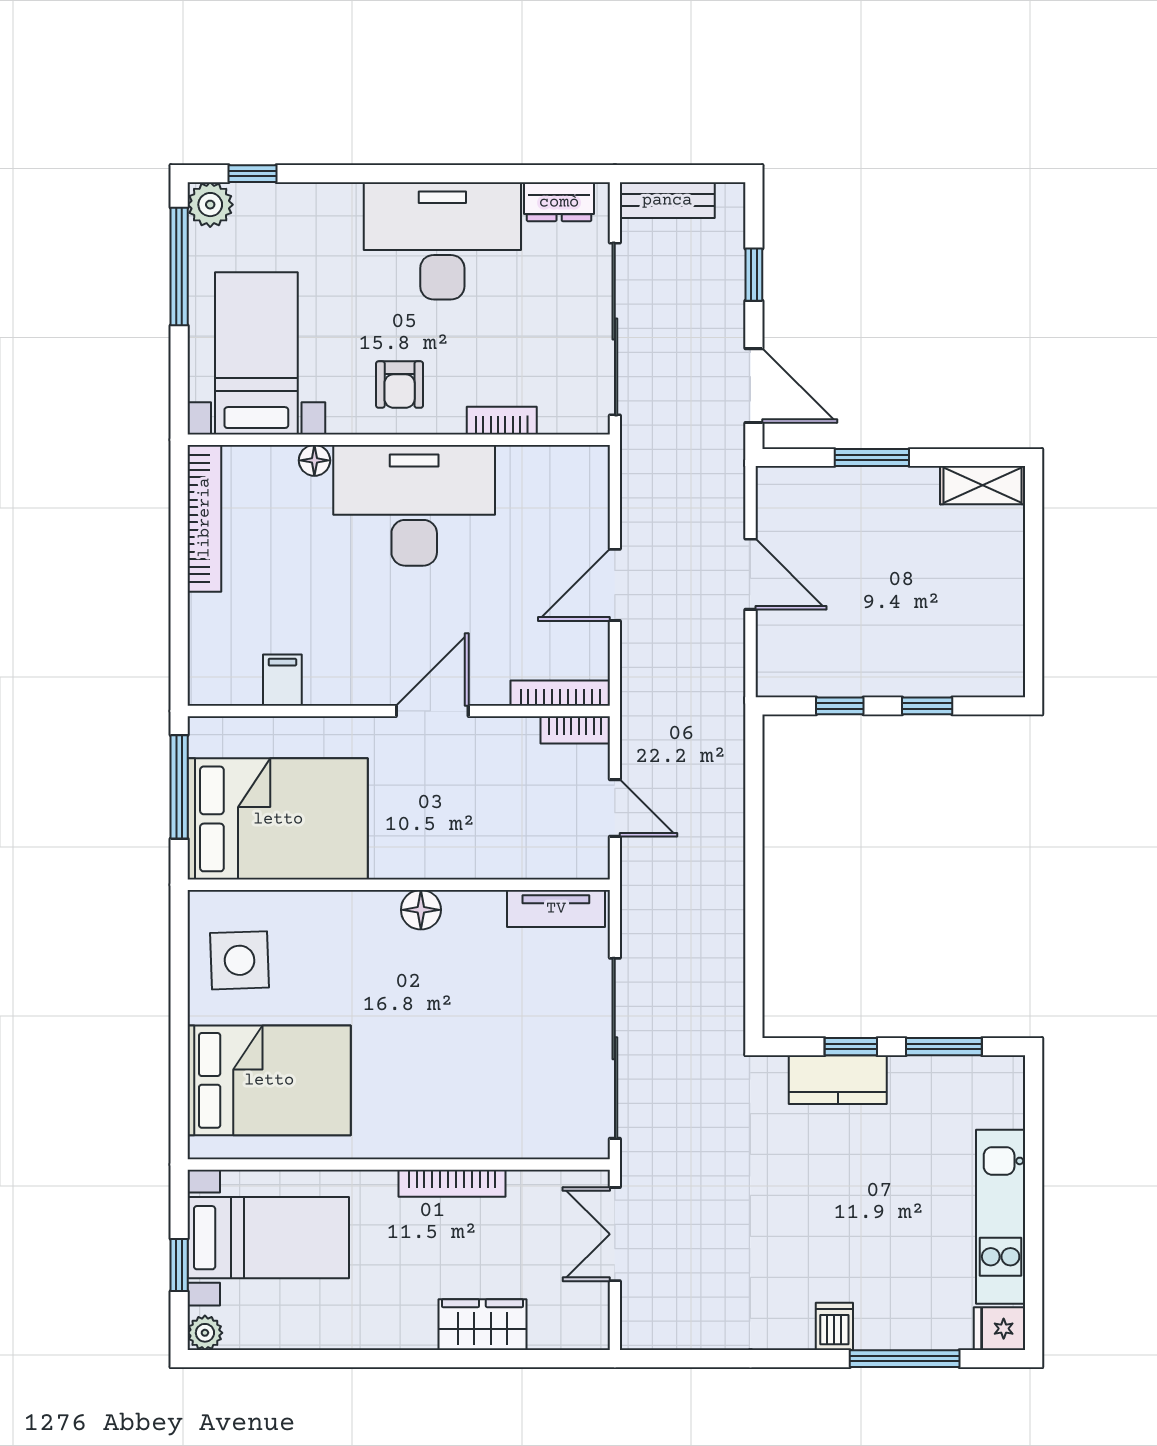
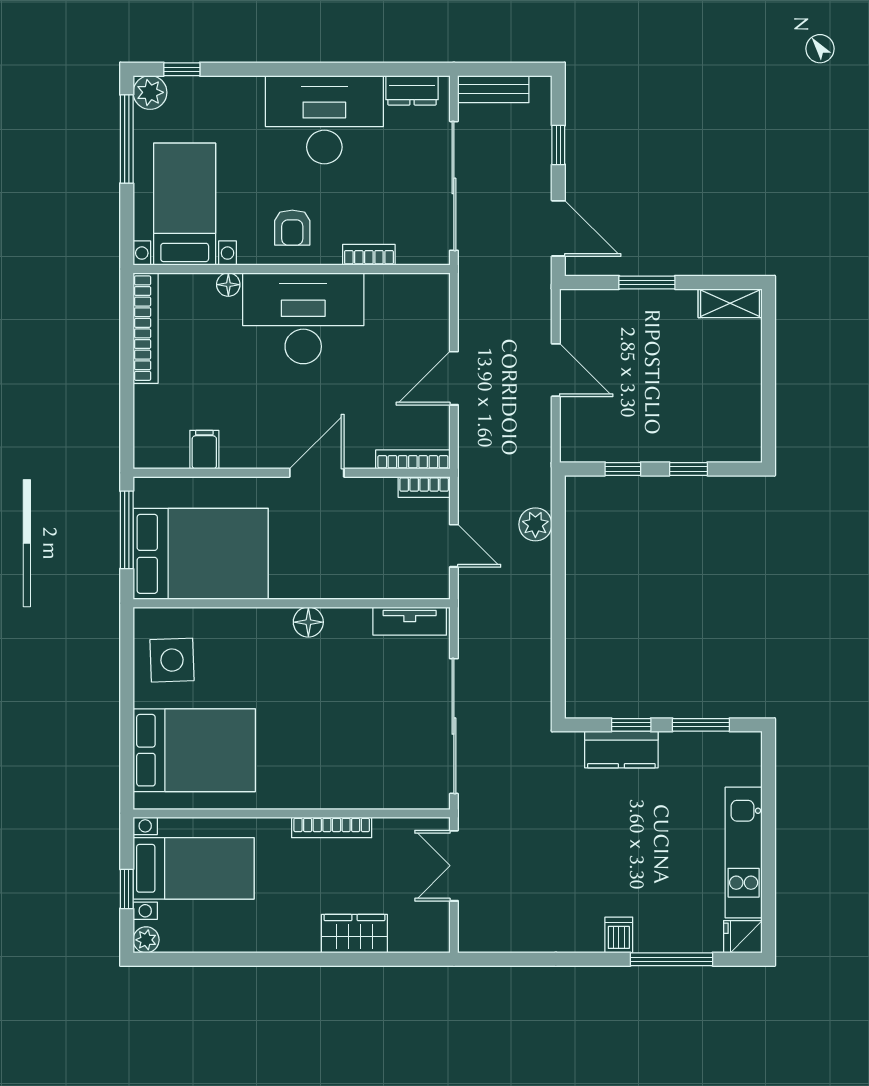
plant: (723, 780) -> (535, 524), added

